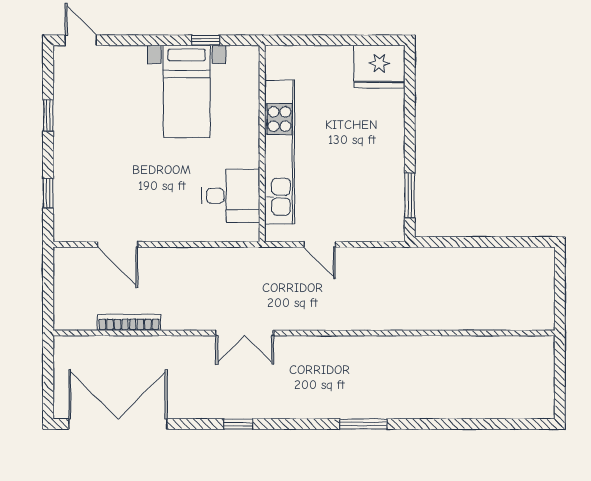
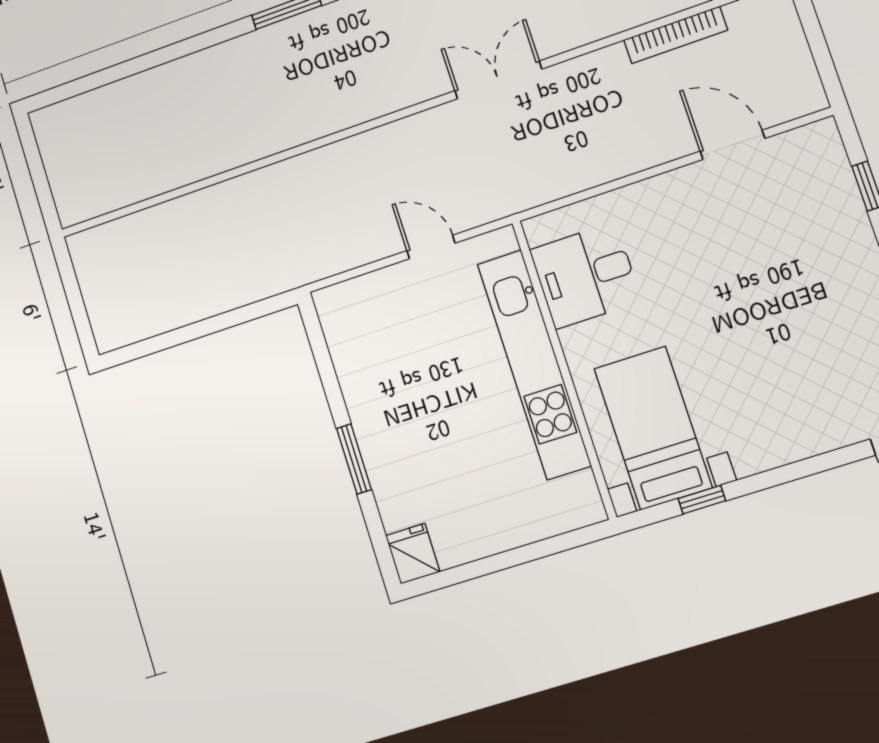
fridge: (379, 67) -> (413, 554), width x0.53, depth x0.75
bed with nightstands: (187, 91) -> (653, 428), moved
window: (410, 195) -> (354, 459), moved

